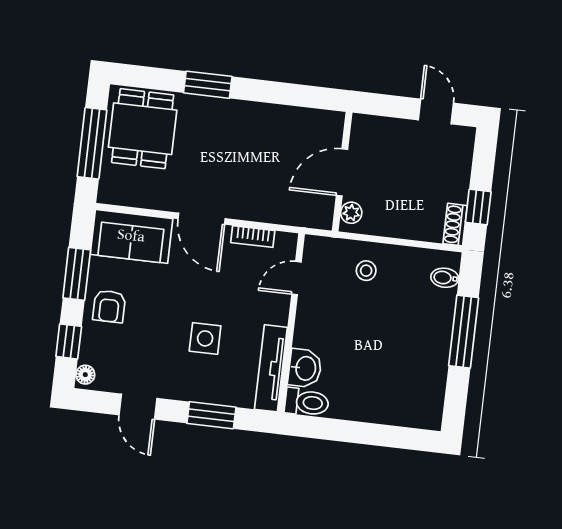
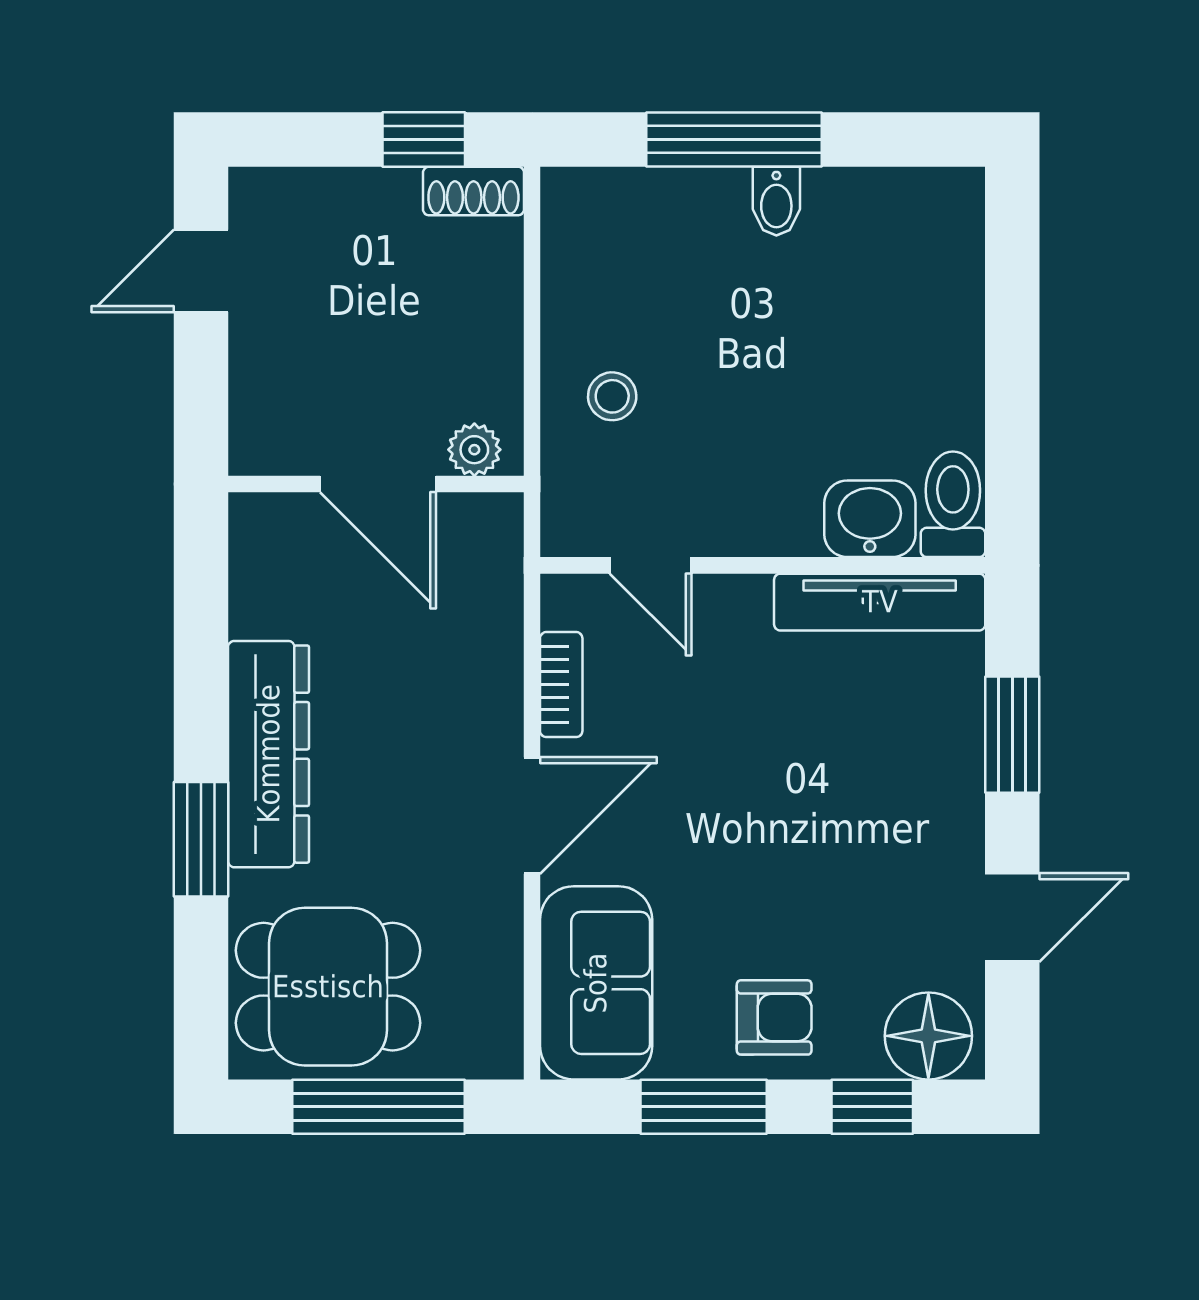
dresser: (239, 116) -> (269, 754), added
bidet: (445, 278) -> (776, 201), moved
side table: (205, 338) -> (825, 773), removed
floor lamp: (85, 375) -> (928, 1036), width x1.89, depth x1.89

